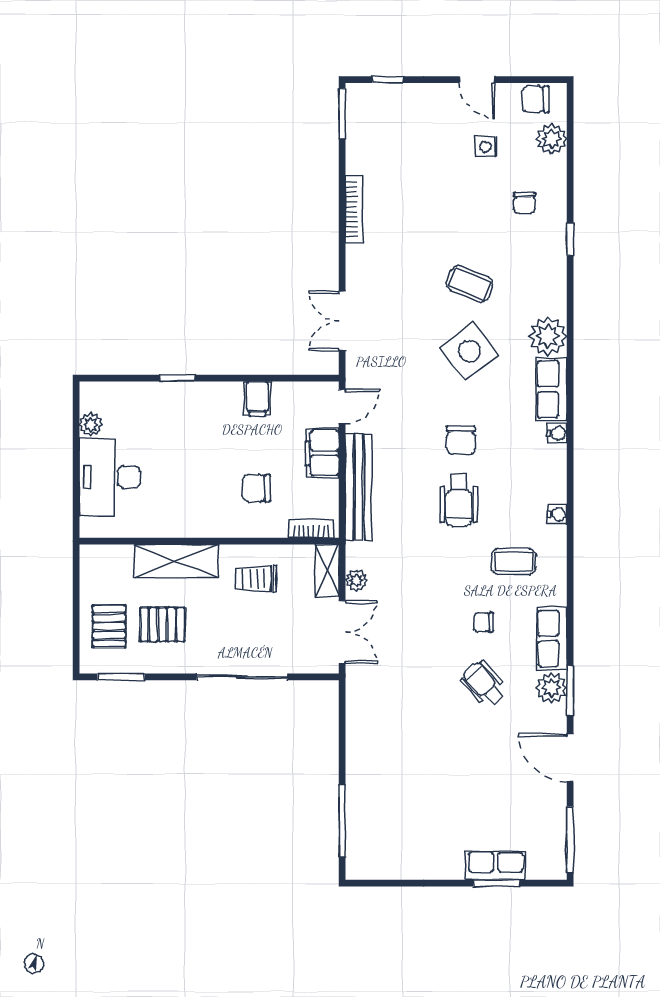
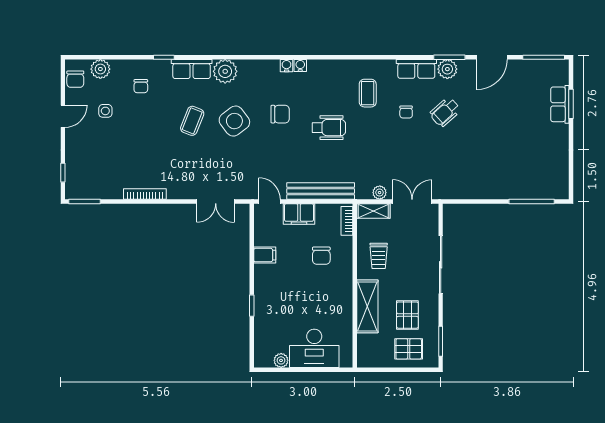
chair: (524, 203) -> (141, 86), turned 90
row of seats: (552, 389) -> (192, 69), moved
chair: (461, 440) -> (280, 114), moved
water cooler: (557, 514) -> (300, 65), moved

